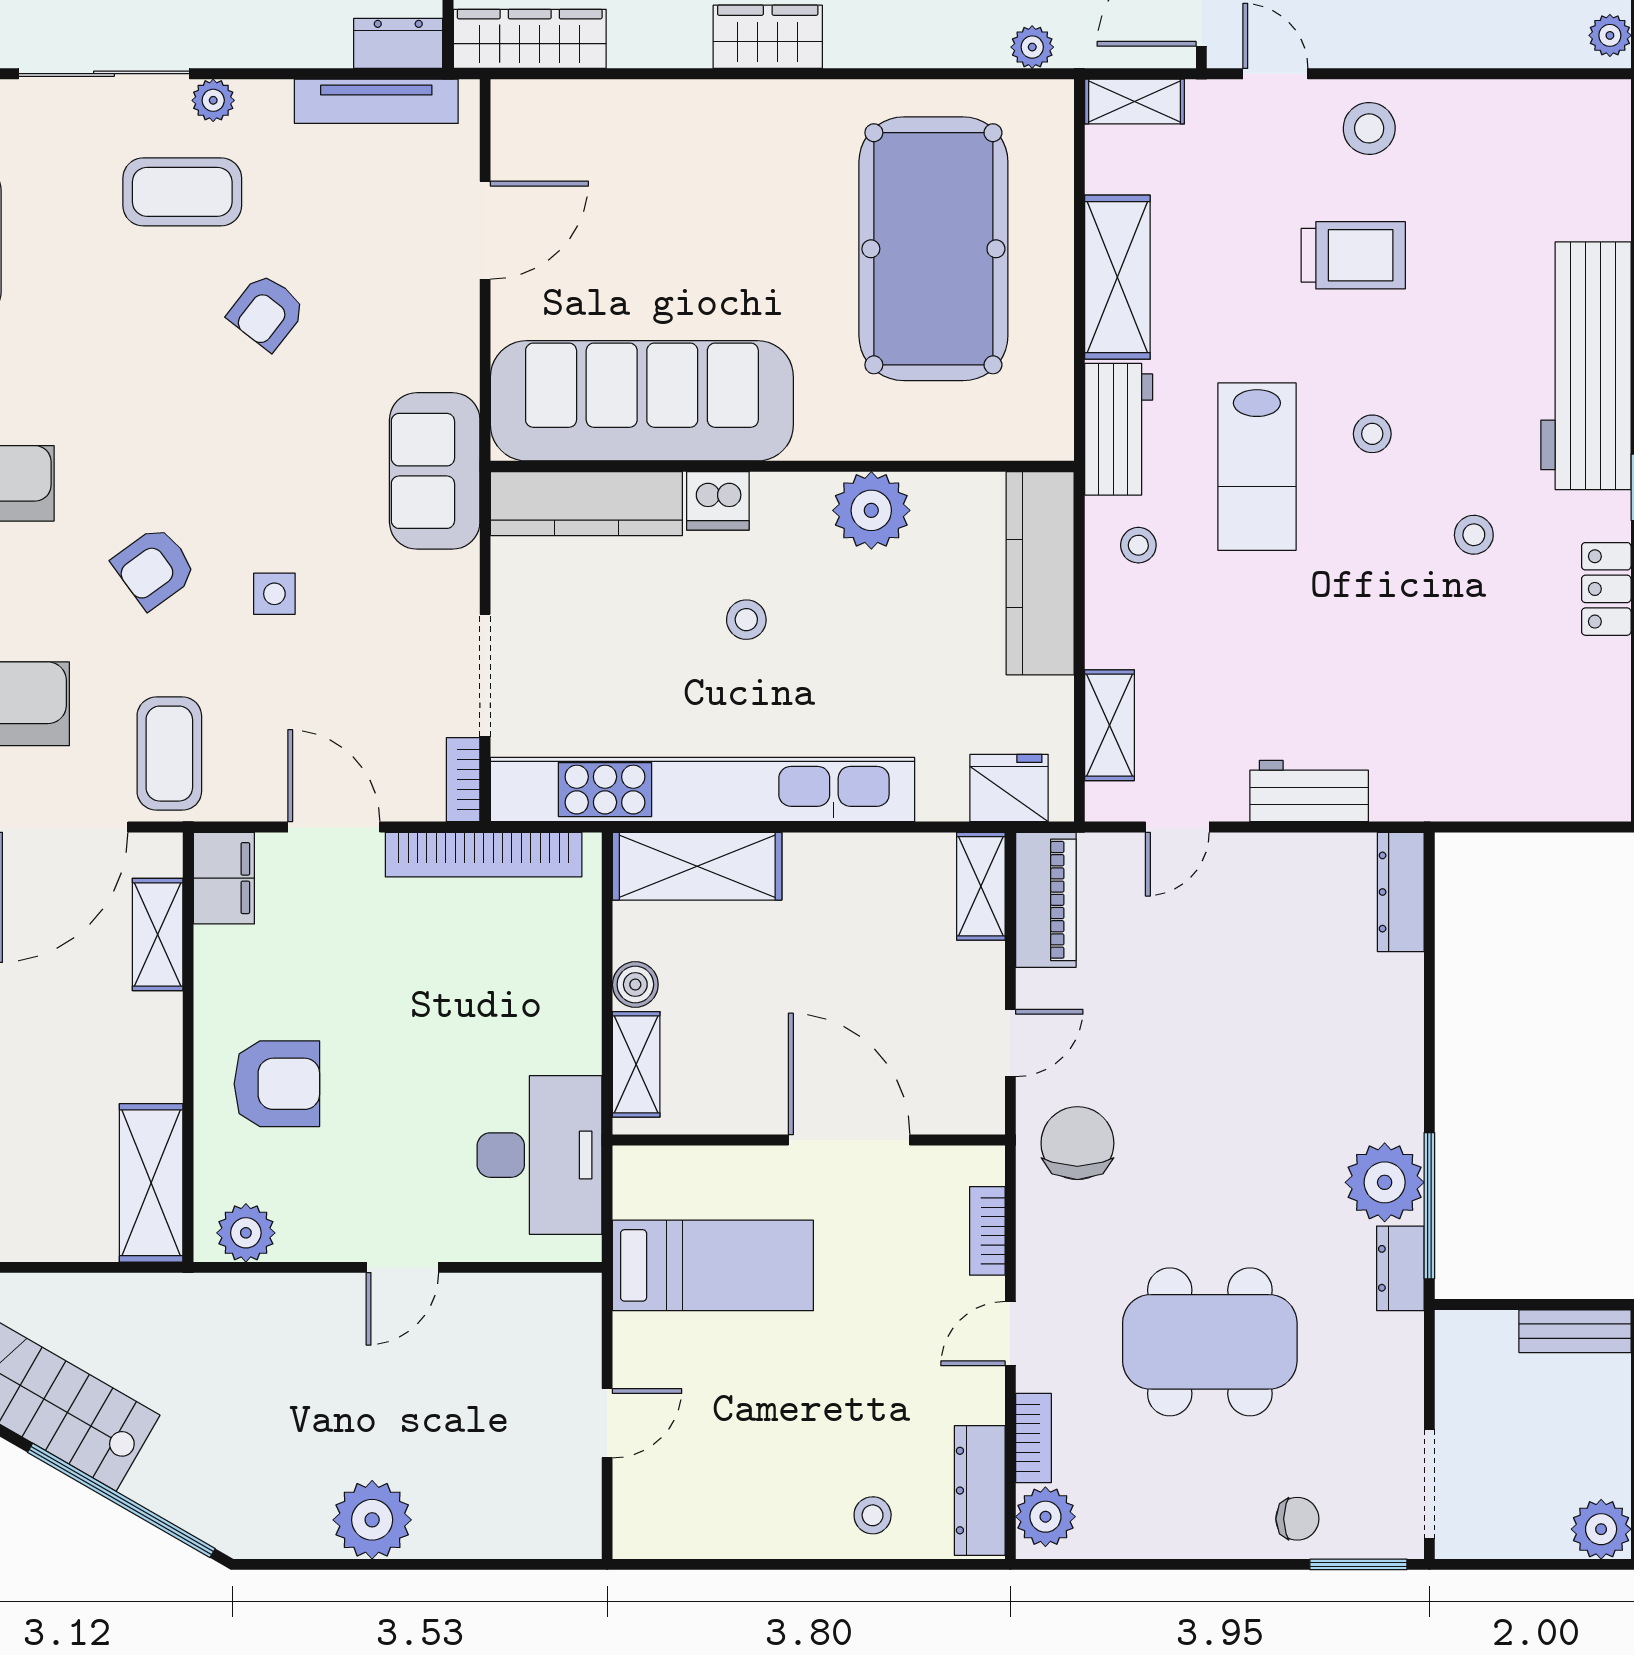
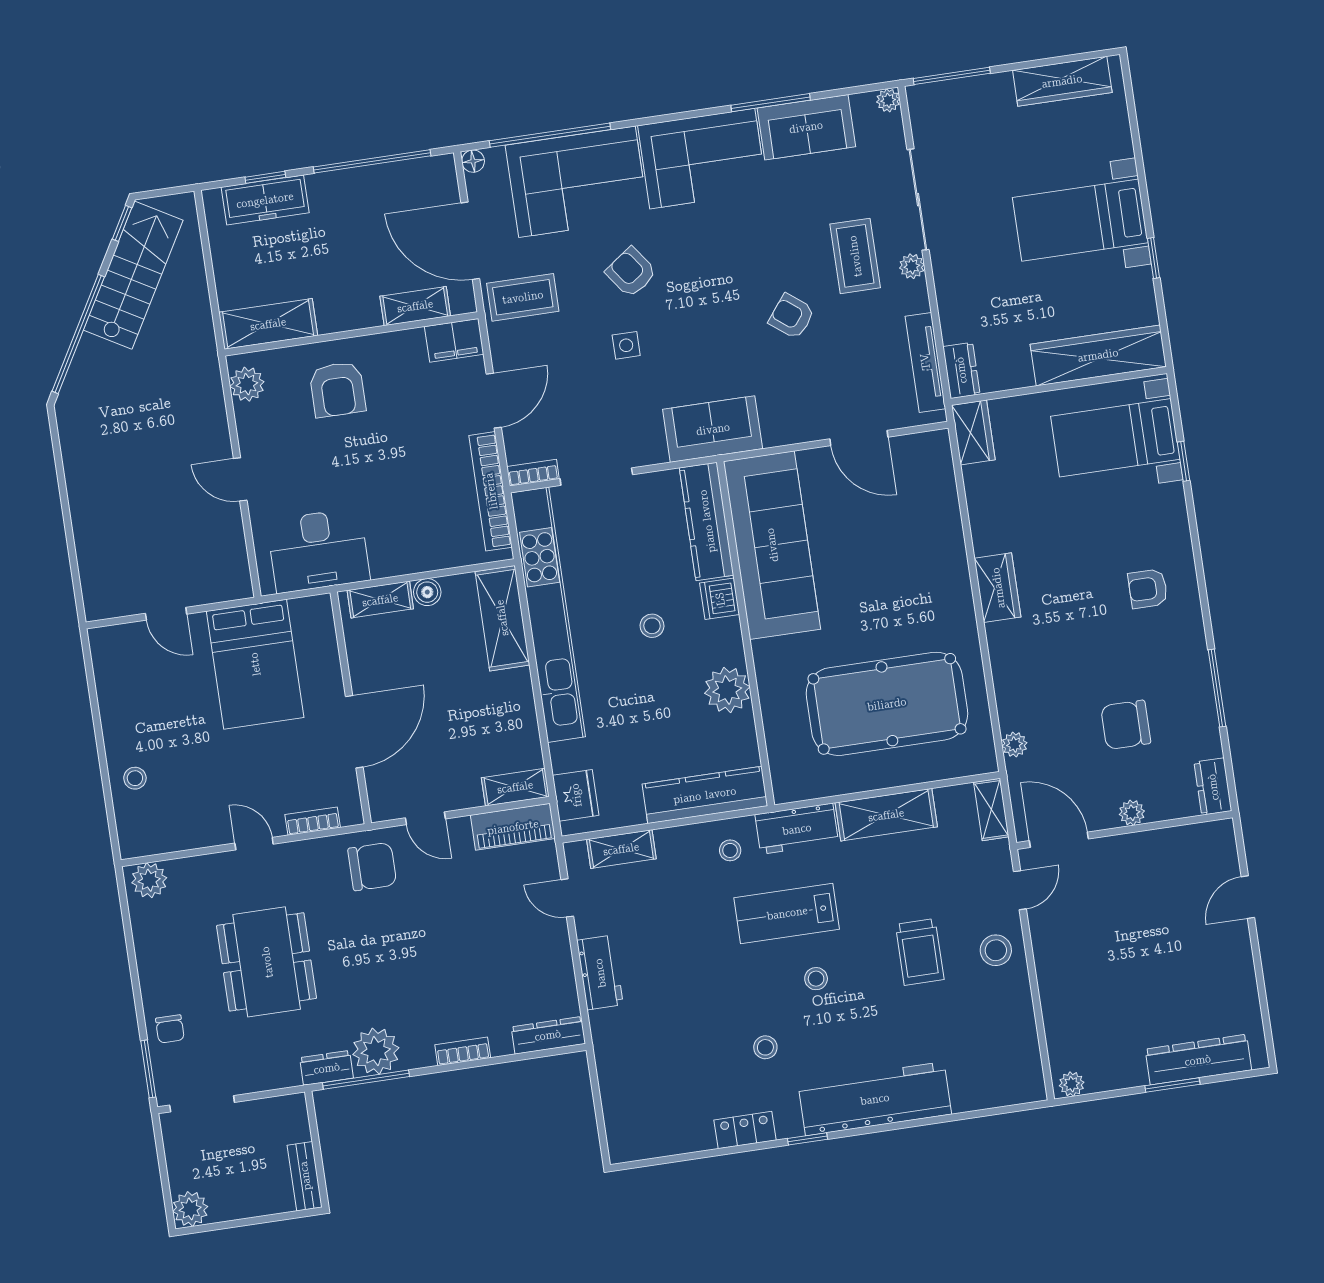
wardrobe: (530, 39) -> (973, 433), width x0.67
bed: (713, 1265) -> (255, 664), width x1.50
bookcase: (1033, 1438) -> (463, 1051), moved, turned 180
dresser: (980, 1491) -> (159, 839), removed
plant: (372, 1520) -> (89, 484), removed

